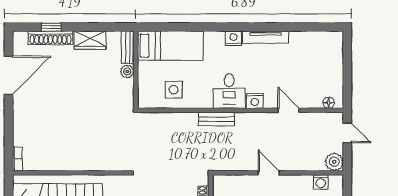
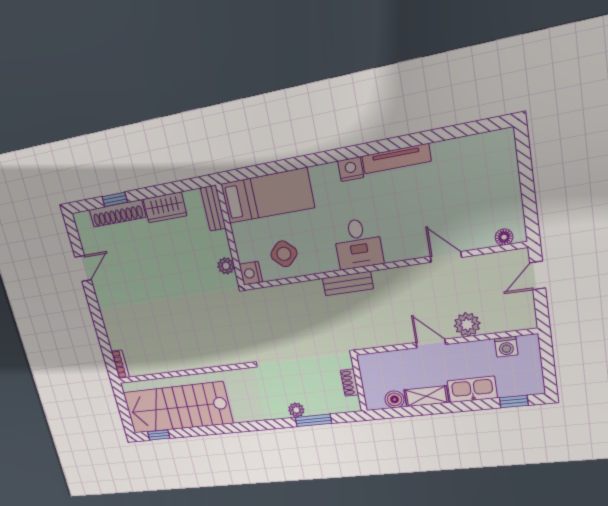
plant: (127, 71) -> (226, 266), moved
door: (9, 75) -> (83, 268), width x0.53
side table: (174, 90) -> (284, 254), turned 45
nightstand: (255, 101) -> (251, 273), moved, turned 90
door: (347, 133) -> (538, 275), swing flipped
plant: (334, 162) -> (467, 325), moved

